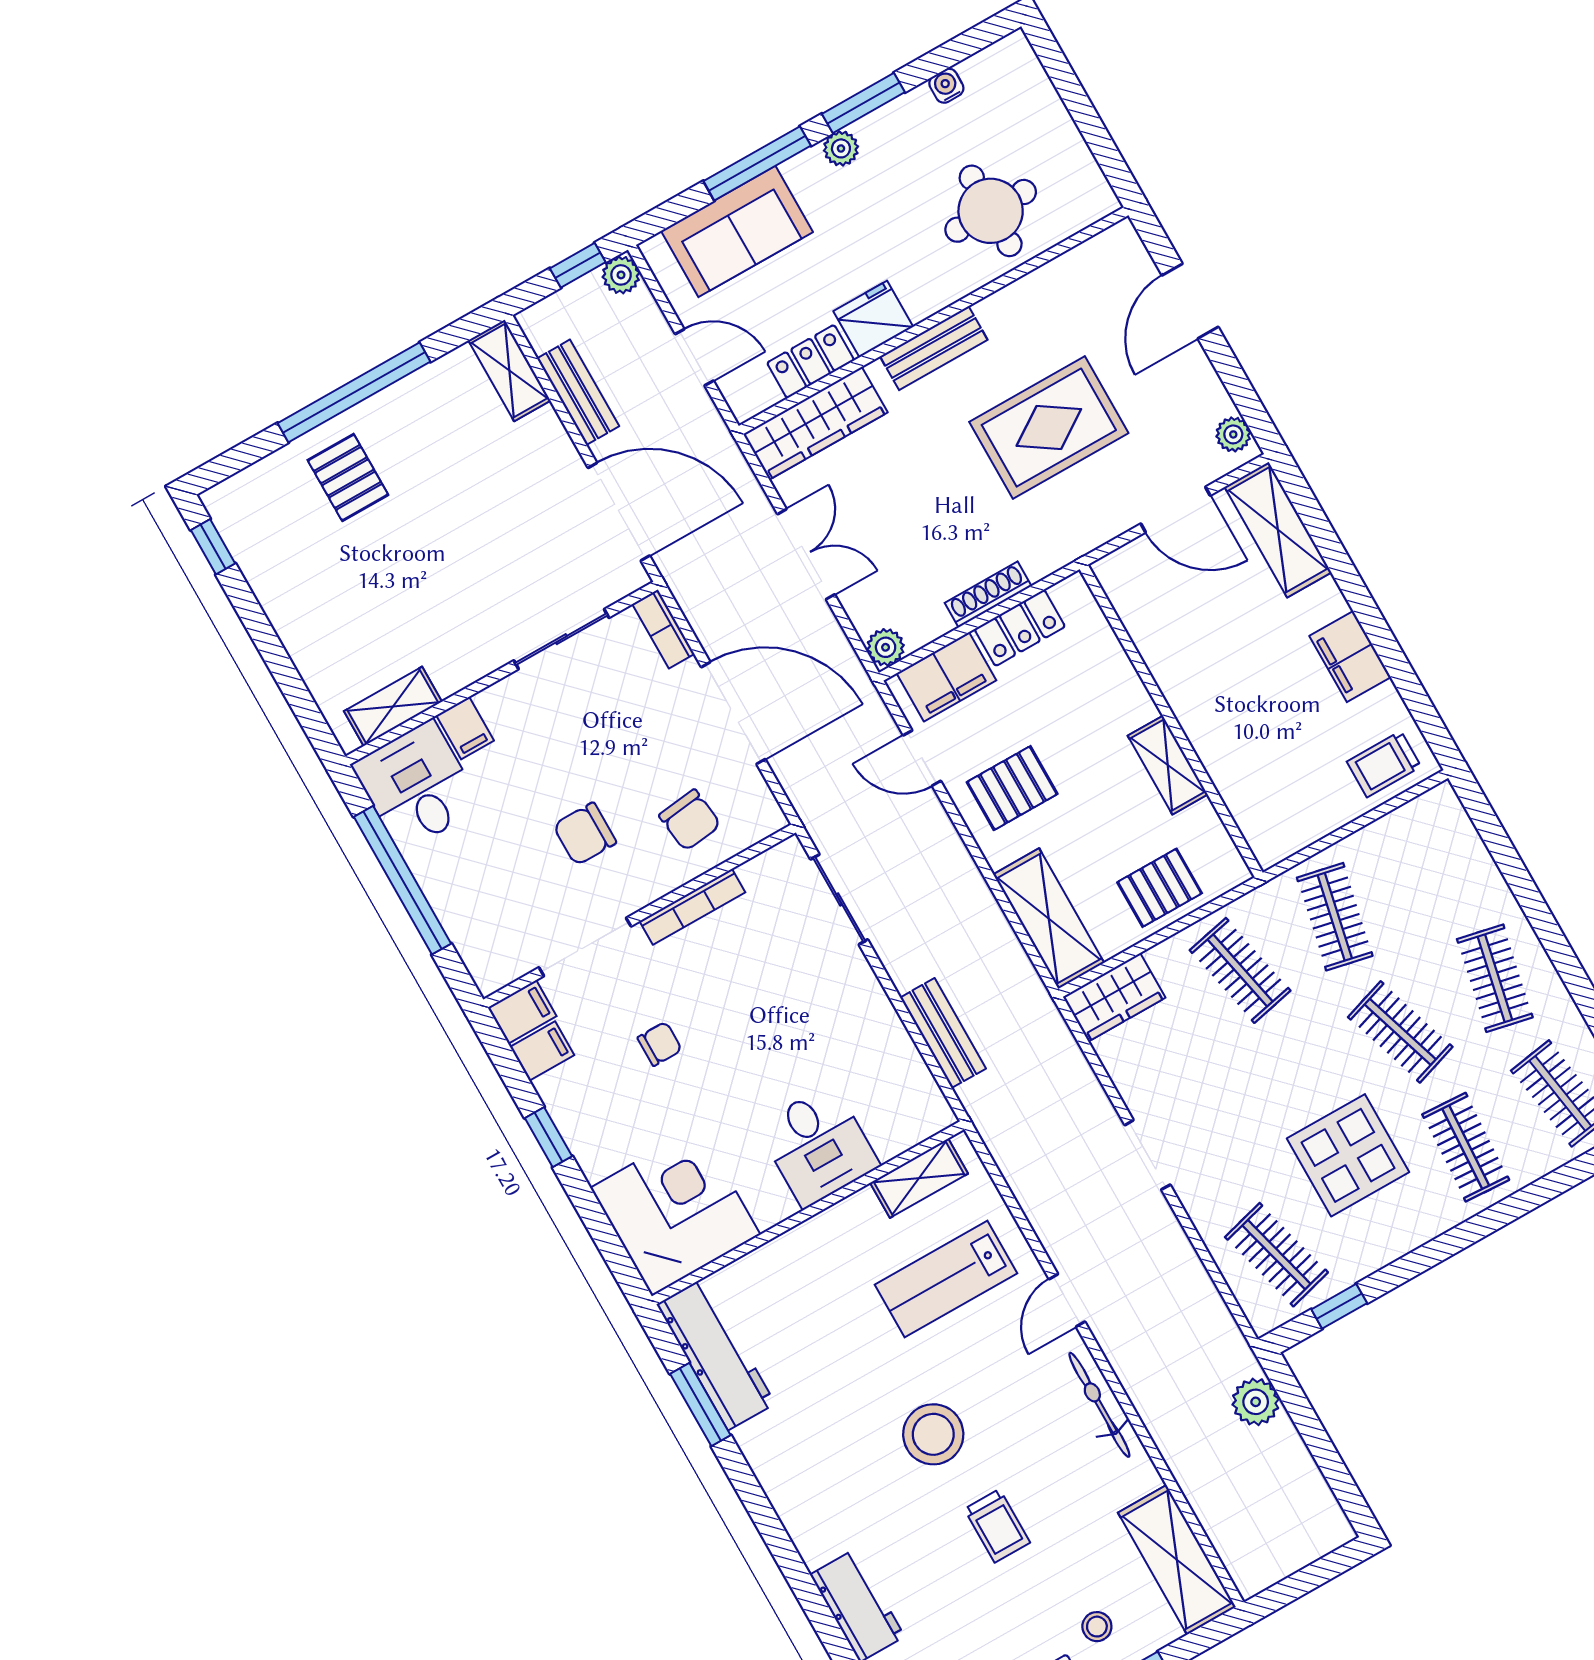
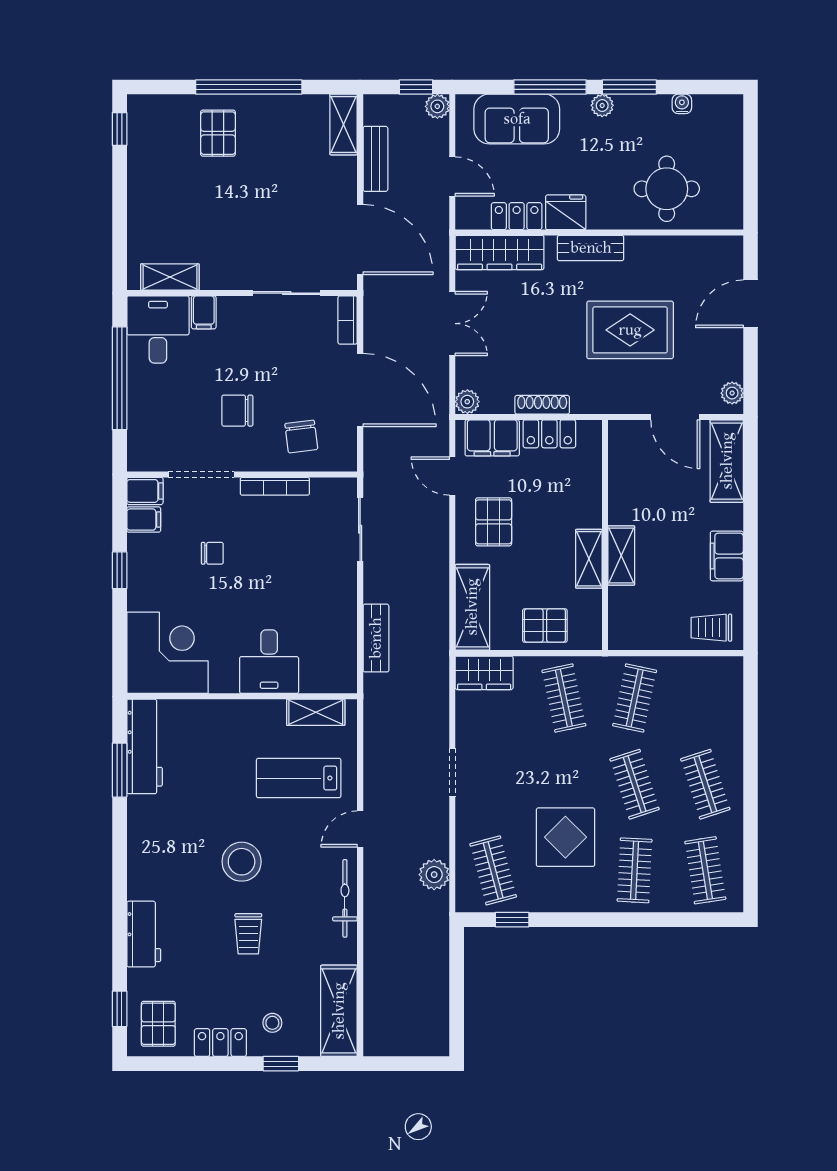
shelving: (1209, 736) -> (621, 556), added
pallet: (1012, 788) -> (494, 522), turned 90
clothes rail: (1495, 978) -> (705, 784), turned -30
plant: (1256, 1402) -> (434, 875), moved

